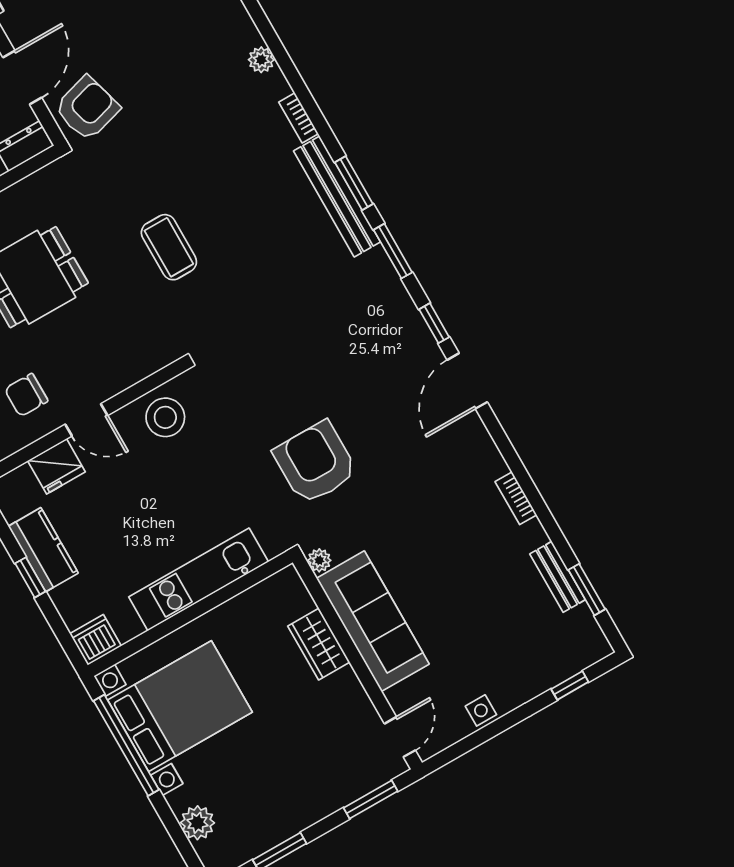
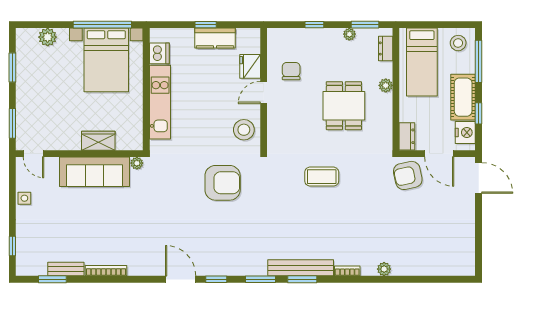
armchair: (87, 108) -> (408, 175), turned 94
armchair: (315, 463) -> (223, 183), moved
bookcase: (516, 498) -> (106, 271), width x1.56
dishwasher: (96, 640) -> (159, 53), moved

